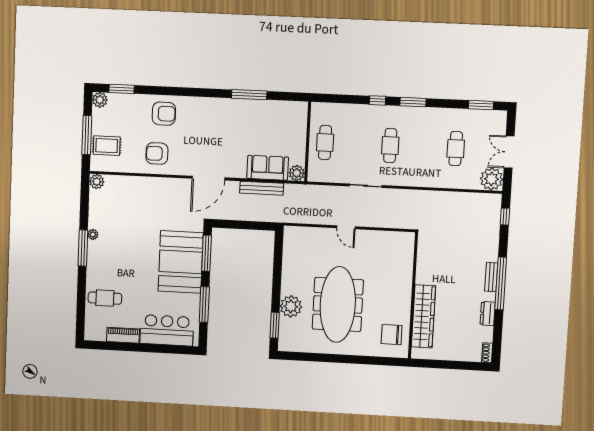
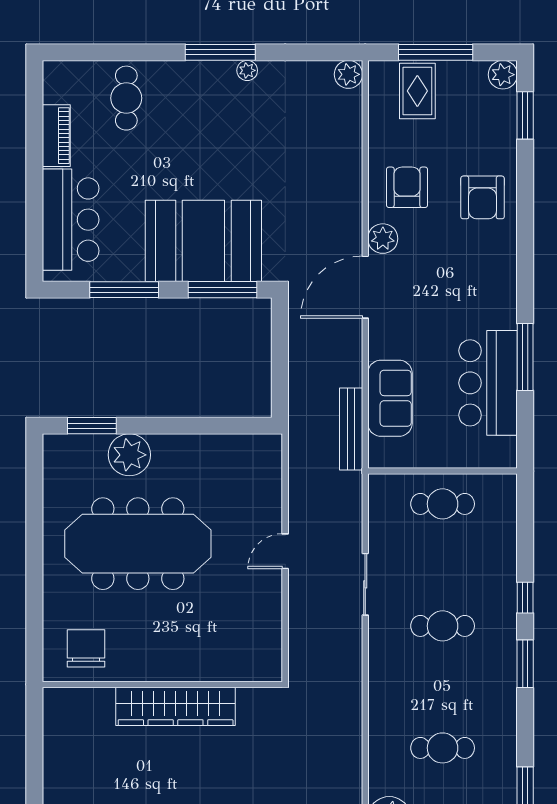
bar counter: (262, 115) -> (488, 383), added
plant: (297, 173) -> (383, 239), moved
door: (208, 178) -> (365, 287), hinge flipped
bench: (262, 188) -> (351, 429), moved
wardrobe: (423, 316) -> (176, 706), moved

